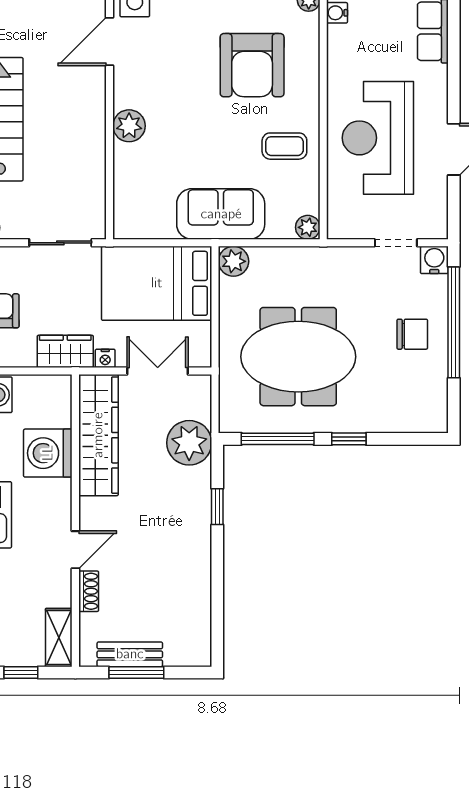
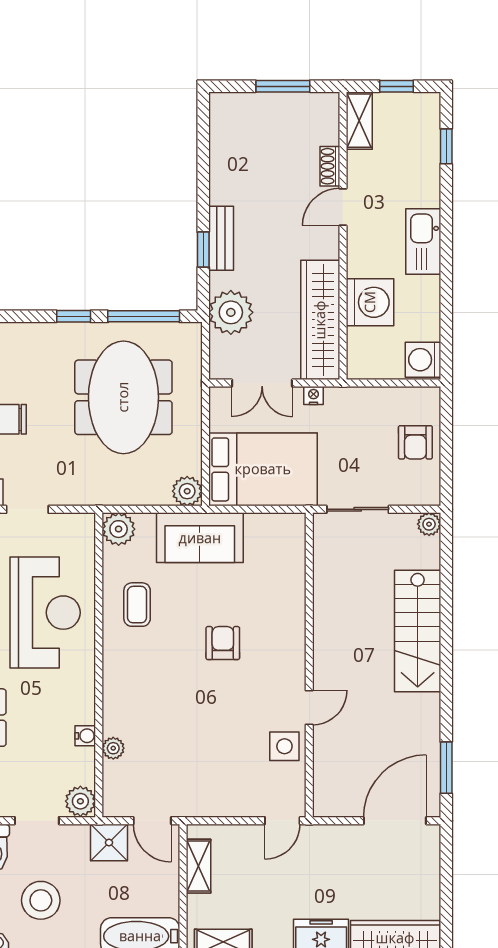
door: (110, 42) -> (309, 707), width x0.73
armchair: (252, 65) -> (223, 643), moved, width x0.53, depth x0.53
plant: (129, 126) -> (290, 625), removed
coffee table: (284, 146) -> (137, 605), turned 90
plant: (308, 227) -> (119, 529), width x1.38, depth x1.38
wardrobe: (65, 351) -> (353, 402), removed
meeting table: (298, 357) -> (123, 397), turned 90
bench: (130, 654) -> (221, 238), moved, turned 90

